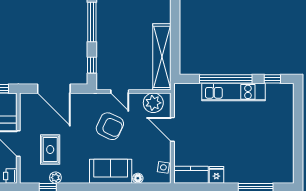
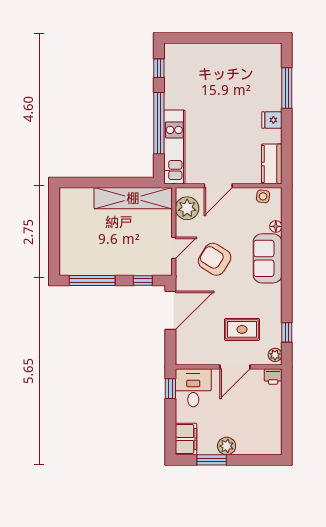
door: (54, 89) -> (170, 310), moved
kitchen unit: (233, 92) -> (174, 147), moved
armchair: (110, 126) -> (215, 259), turned -83
fridge: (216, 175) -> (272, 120), moved
plant: (55, 178) -> (275, 355), moved

